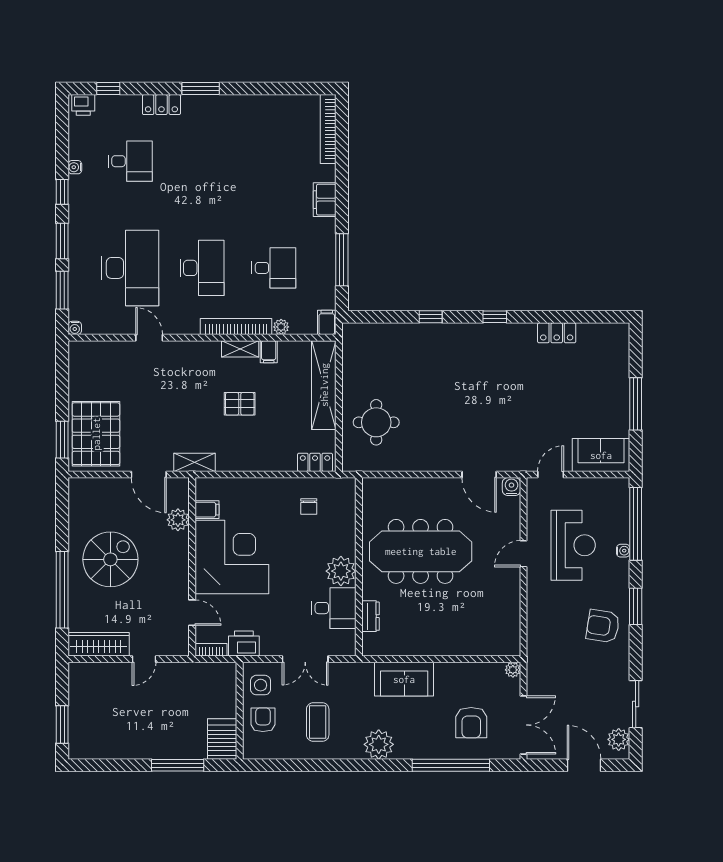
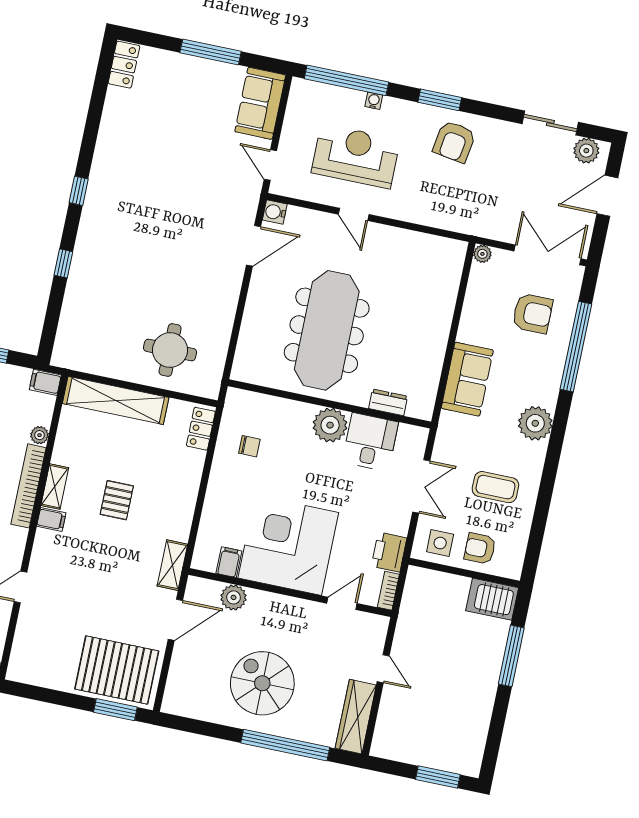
locker: (557, 333) -> (124, 65), moved
filing cabinet: (269, 352) -> (51, 519), moved

